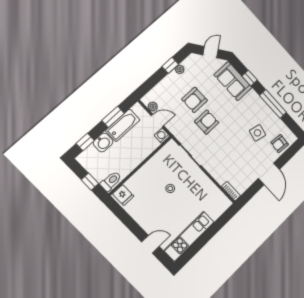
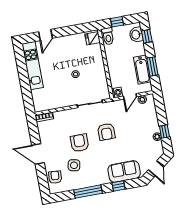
armchair: (195, 100) -> (80, 143), moved
washbasin: (103, 142) -> (136, 35), moved

